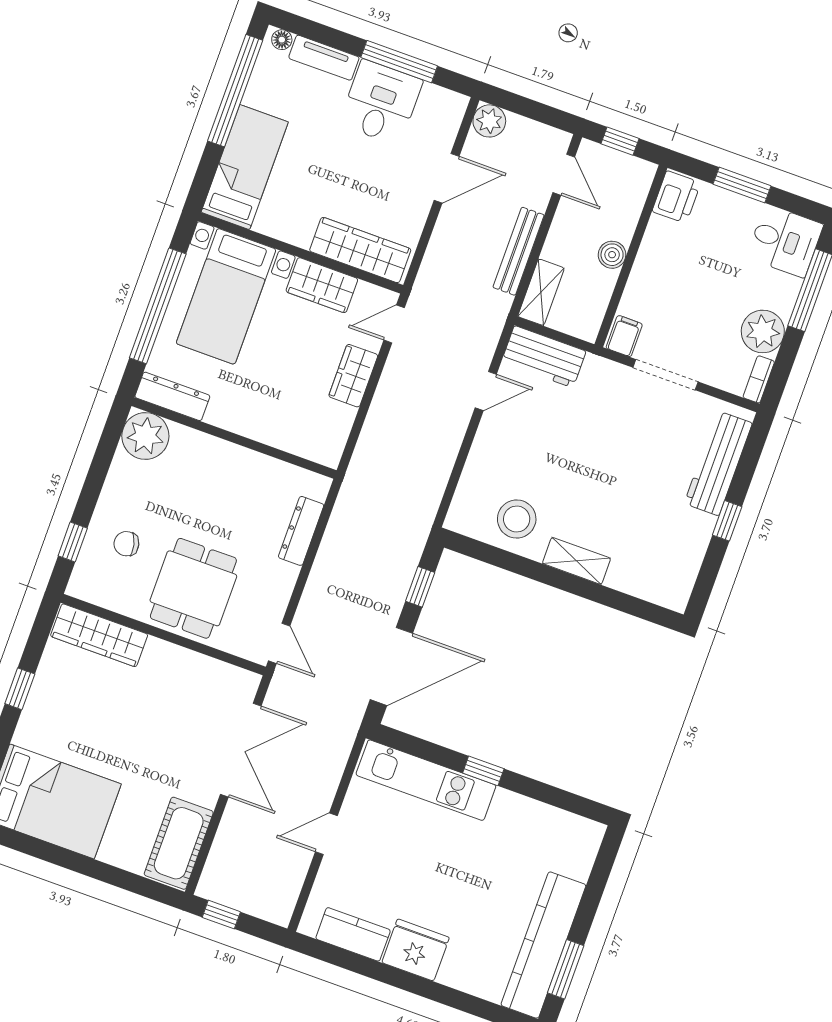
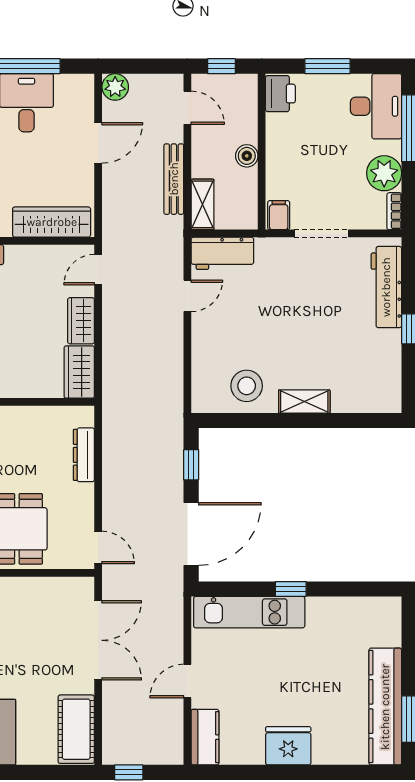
desk: (785, 241) -> (376, 106), width x1.37
wardrobe: (322, 285) -> (79, 372), moved, turned 90
kitchen counter: (353, 934) -> (205, 737), moved, turned 90

